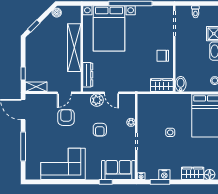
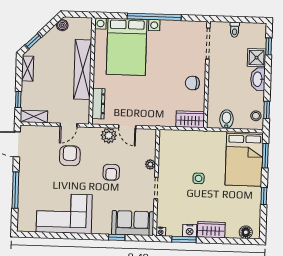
shelving: (30, 48) -> (28, 69), added
bidet: (181, 84) -> (226, 119), moved
wardrobe: (193, 173) -> (211, 230), moved

